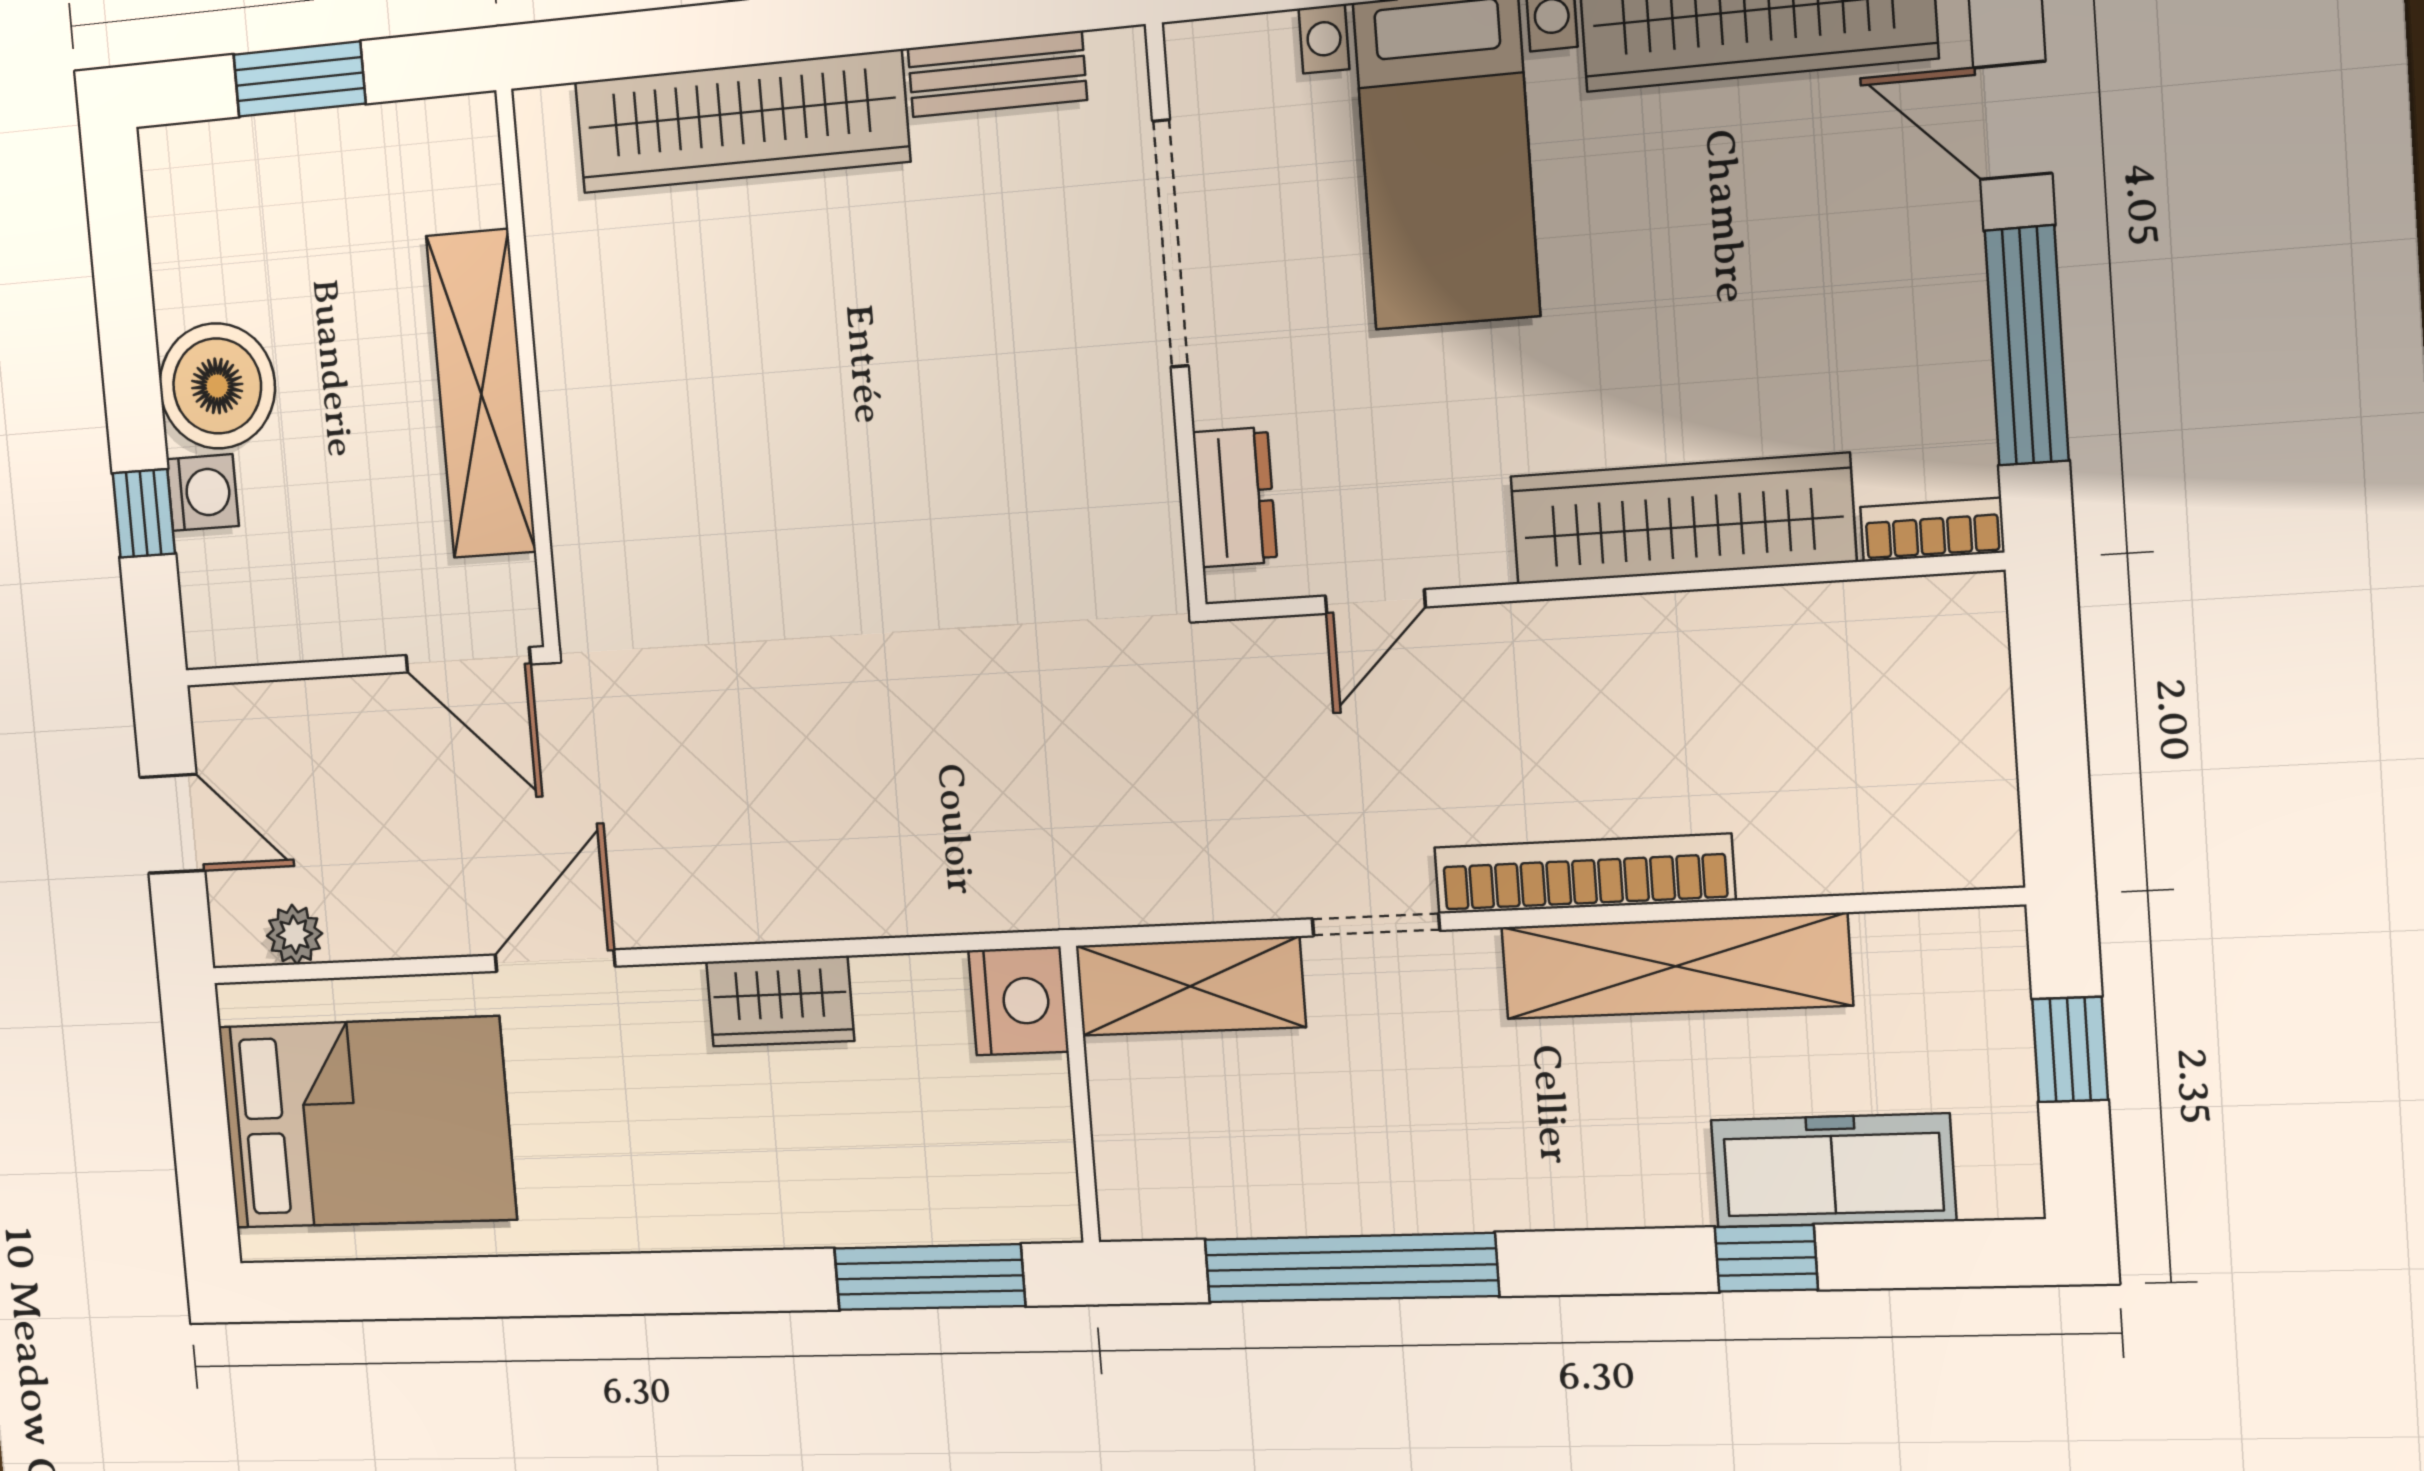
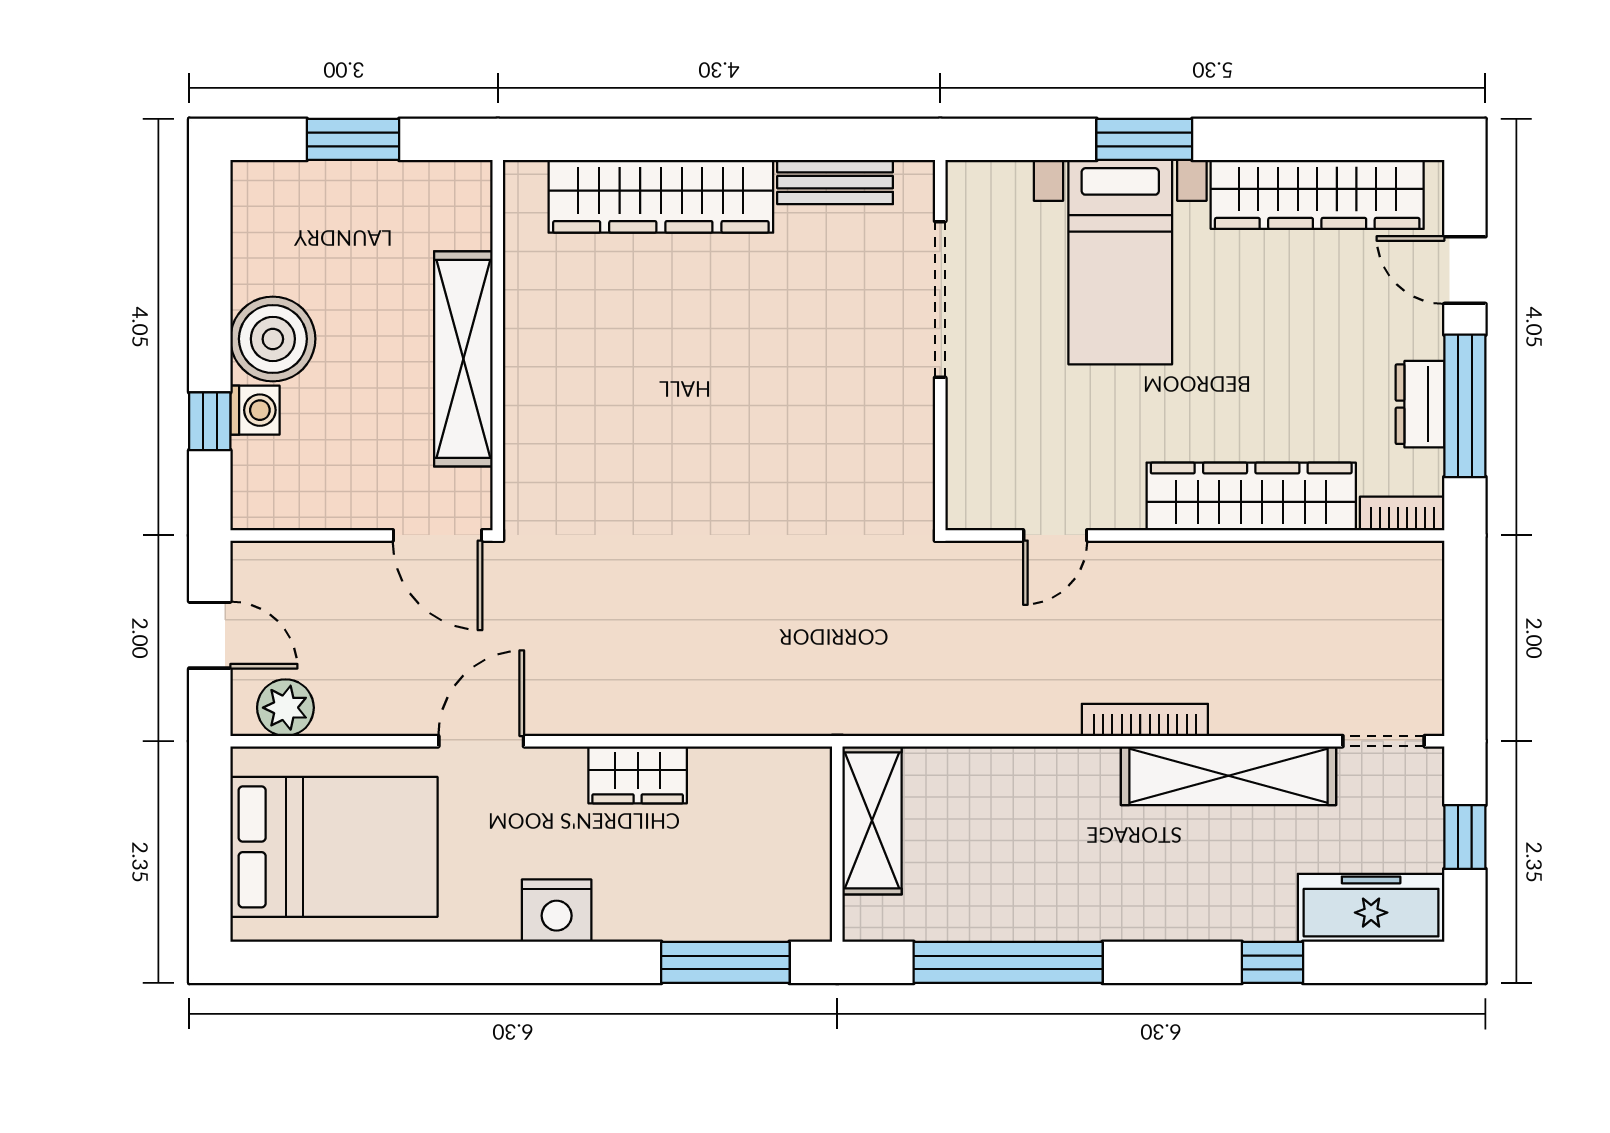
dresser: (1235, 497) -> (1420, 404), moved, turned 180
bookcase: (1584, 874) -> (1145, 720), width x0.68, depth x0.76
doorway: (1376, 925) -> (1384, 741), moved
plant: (294, 935) -> (285, 708), width x1.38, depth x1.38
shelving: (1190, 986) -> (872, 820), moved, turned 90
nightstand: (1019, 1001) -> (557, 911), moved, turned 90
freezer: (1833, 1170) -> (1371, 908), moved

